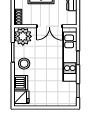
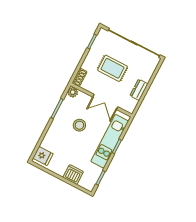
plant: (23, 36) -> (73, 92), width x0.53, depth x0.53
stool: (24, 64) -> (79, 125), moved
dishwasher: (21, 83) -> (73, 175), moved, turned -90

